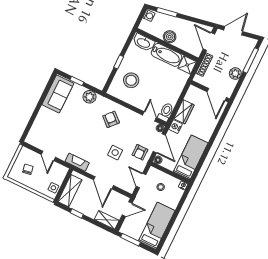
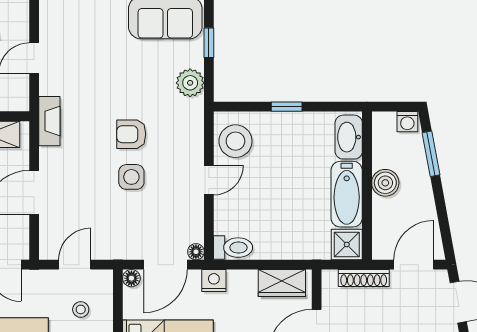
stool: (131, 80) -> (235, 141), moved
wardrobe: (184, 112) -> (282, 283), moved
door: (149, 116) -> (209, 180), moved
armchair: (111, 119) -> (131, 134), moved, turned -132
armchair: (140, 152) -> (129, 235), removed
side table: (115, 153) -> (131, 177), moved

